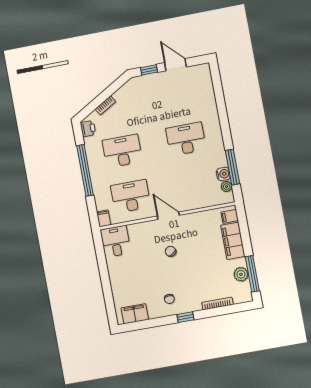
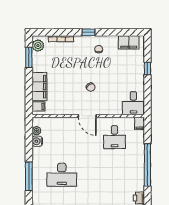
desk: (122, 151) -> (115, 175), removed
window: (233, 167) -> (29, 176), moved
desk: (131, 196) -> (115, 137), width x0.73
plant: (241, 274) -> (38, 46), moved
window: (252, 274) -> (29, 57), width x0.69
window: (106, 286) -> (147, 69), added

